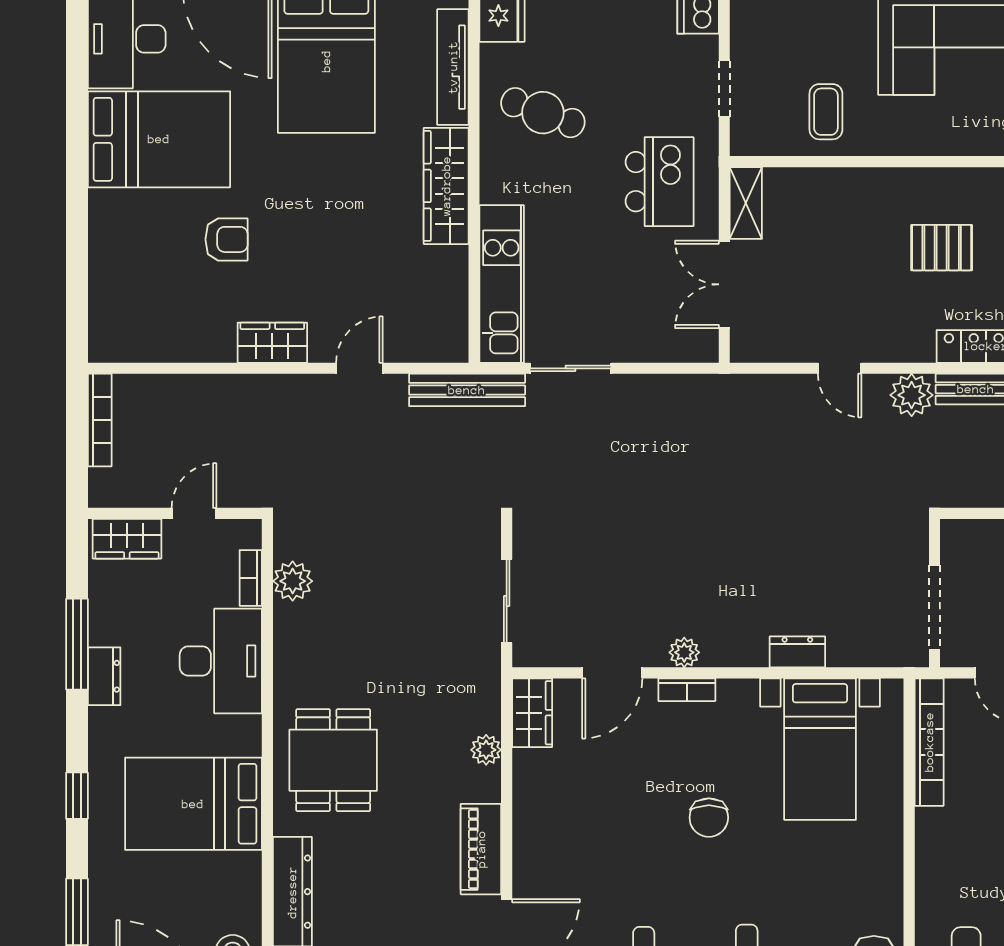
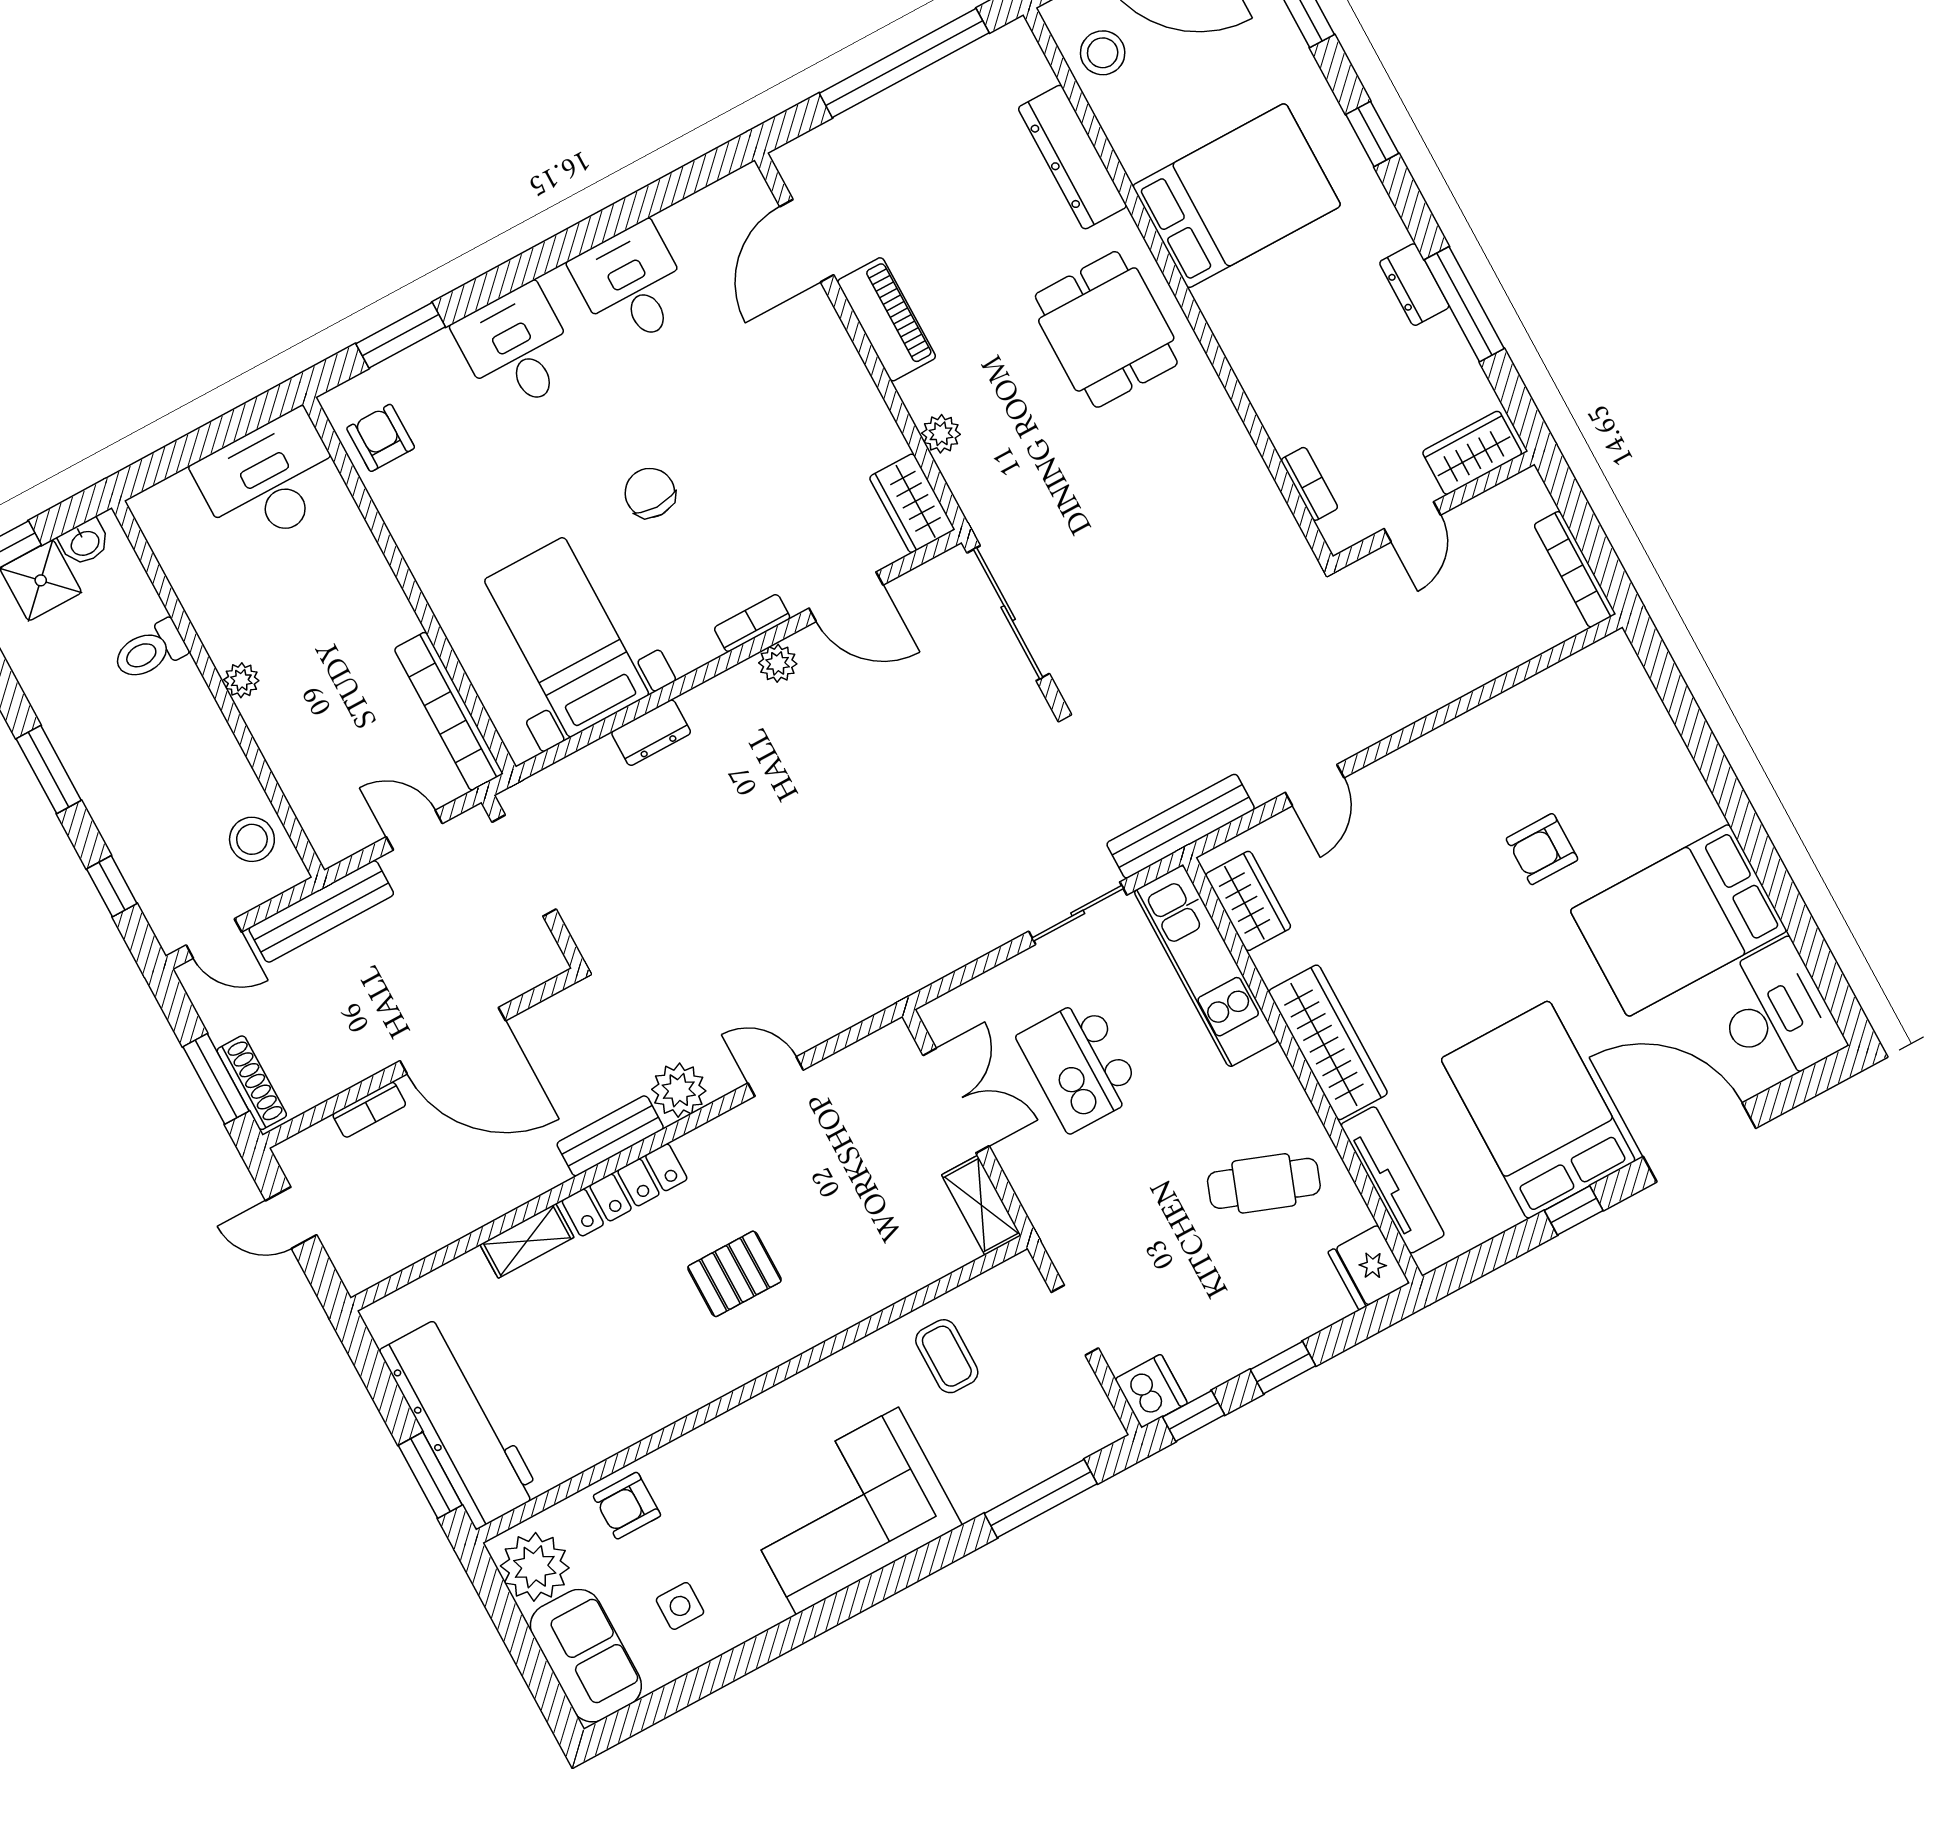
kitchen island: (660, 182) -> (1080, 1065), moved
wardrobe: (272, 343) -> (1248, 901), moved, turned -90
plant: (293, 581) -> (1261, 506), removed
sliding door: (507, 601) -> (1008, 613), width x1.37
desk: (221, 661) -> (1293, 373), removed
door: (612, 673) -> (846, 597), swing flipped

